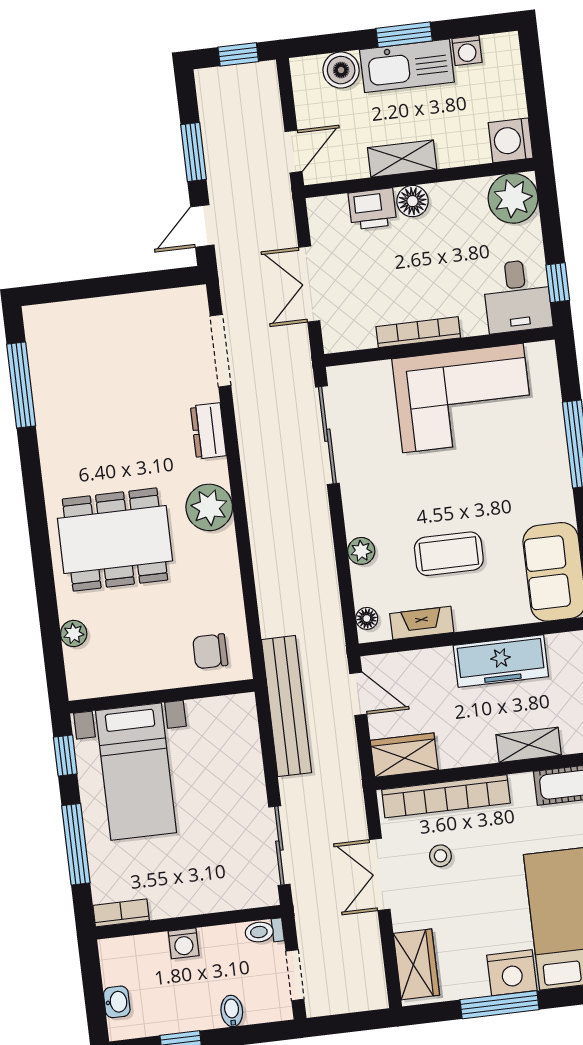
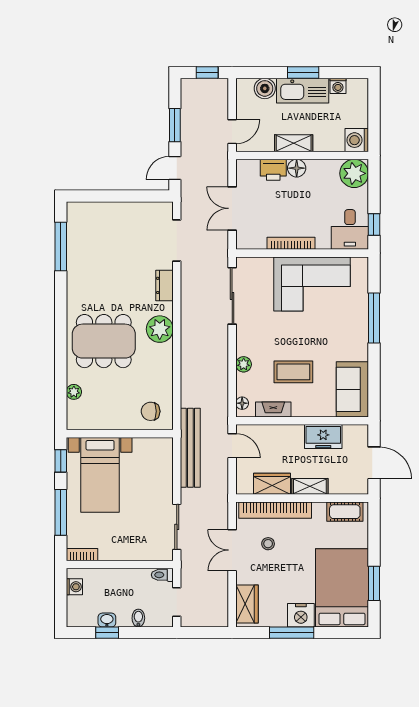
freezer: (501, 661) -> (323, 437), width x0.71
shelving: (529, 745) -> (310, 486), moved
wardrobe: (404, 755) -> (272, 484), moved
washing machine: (184, 943) -> (74, 587), moved, turned -90
washbasin: (117, 1002) -> (107, 620), moved, turned -90

